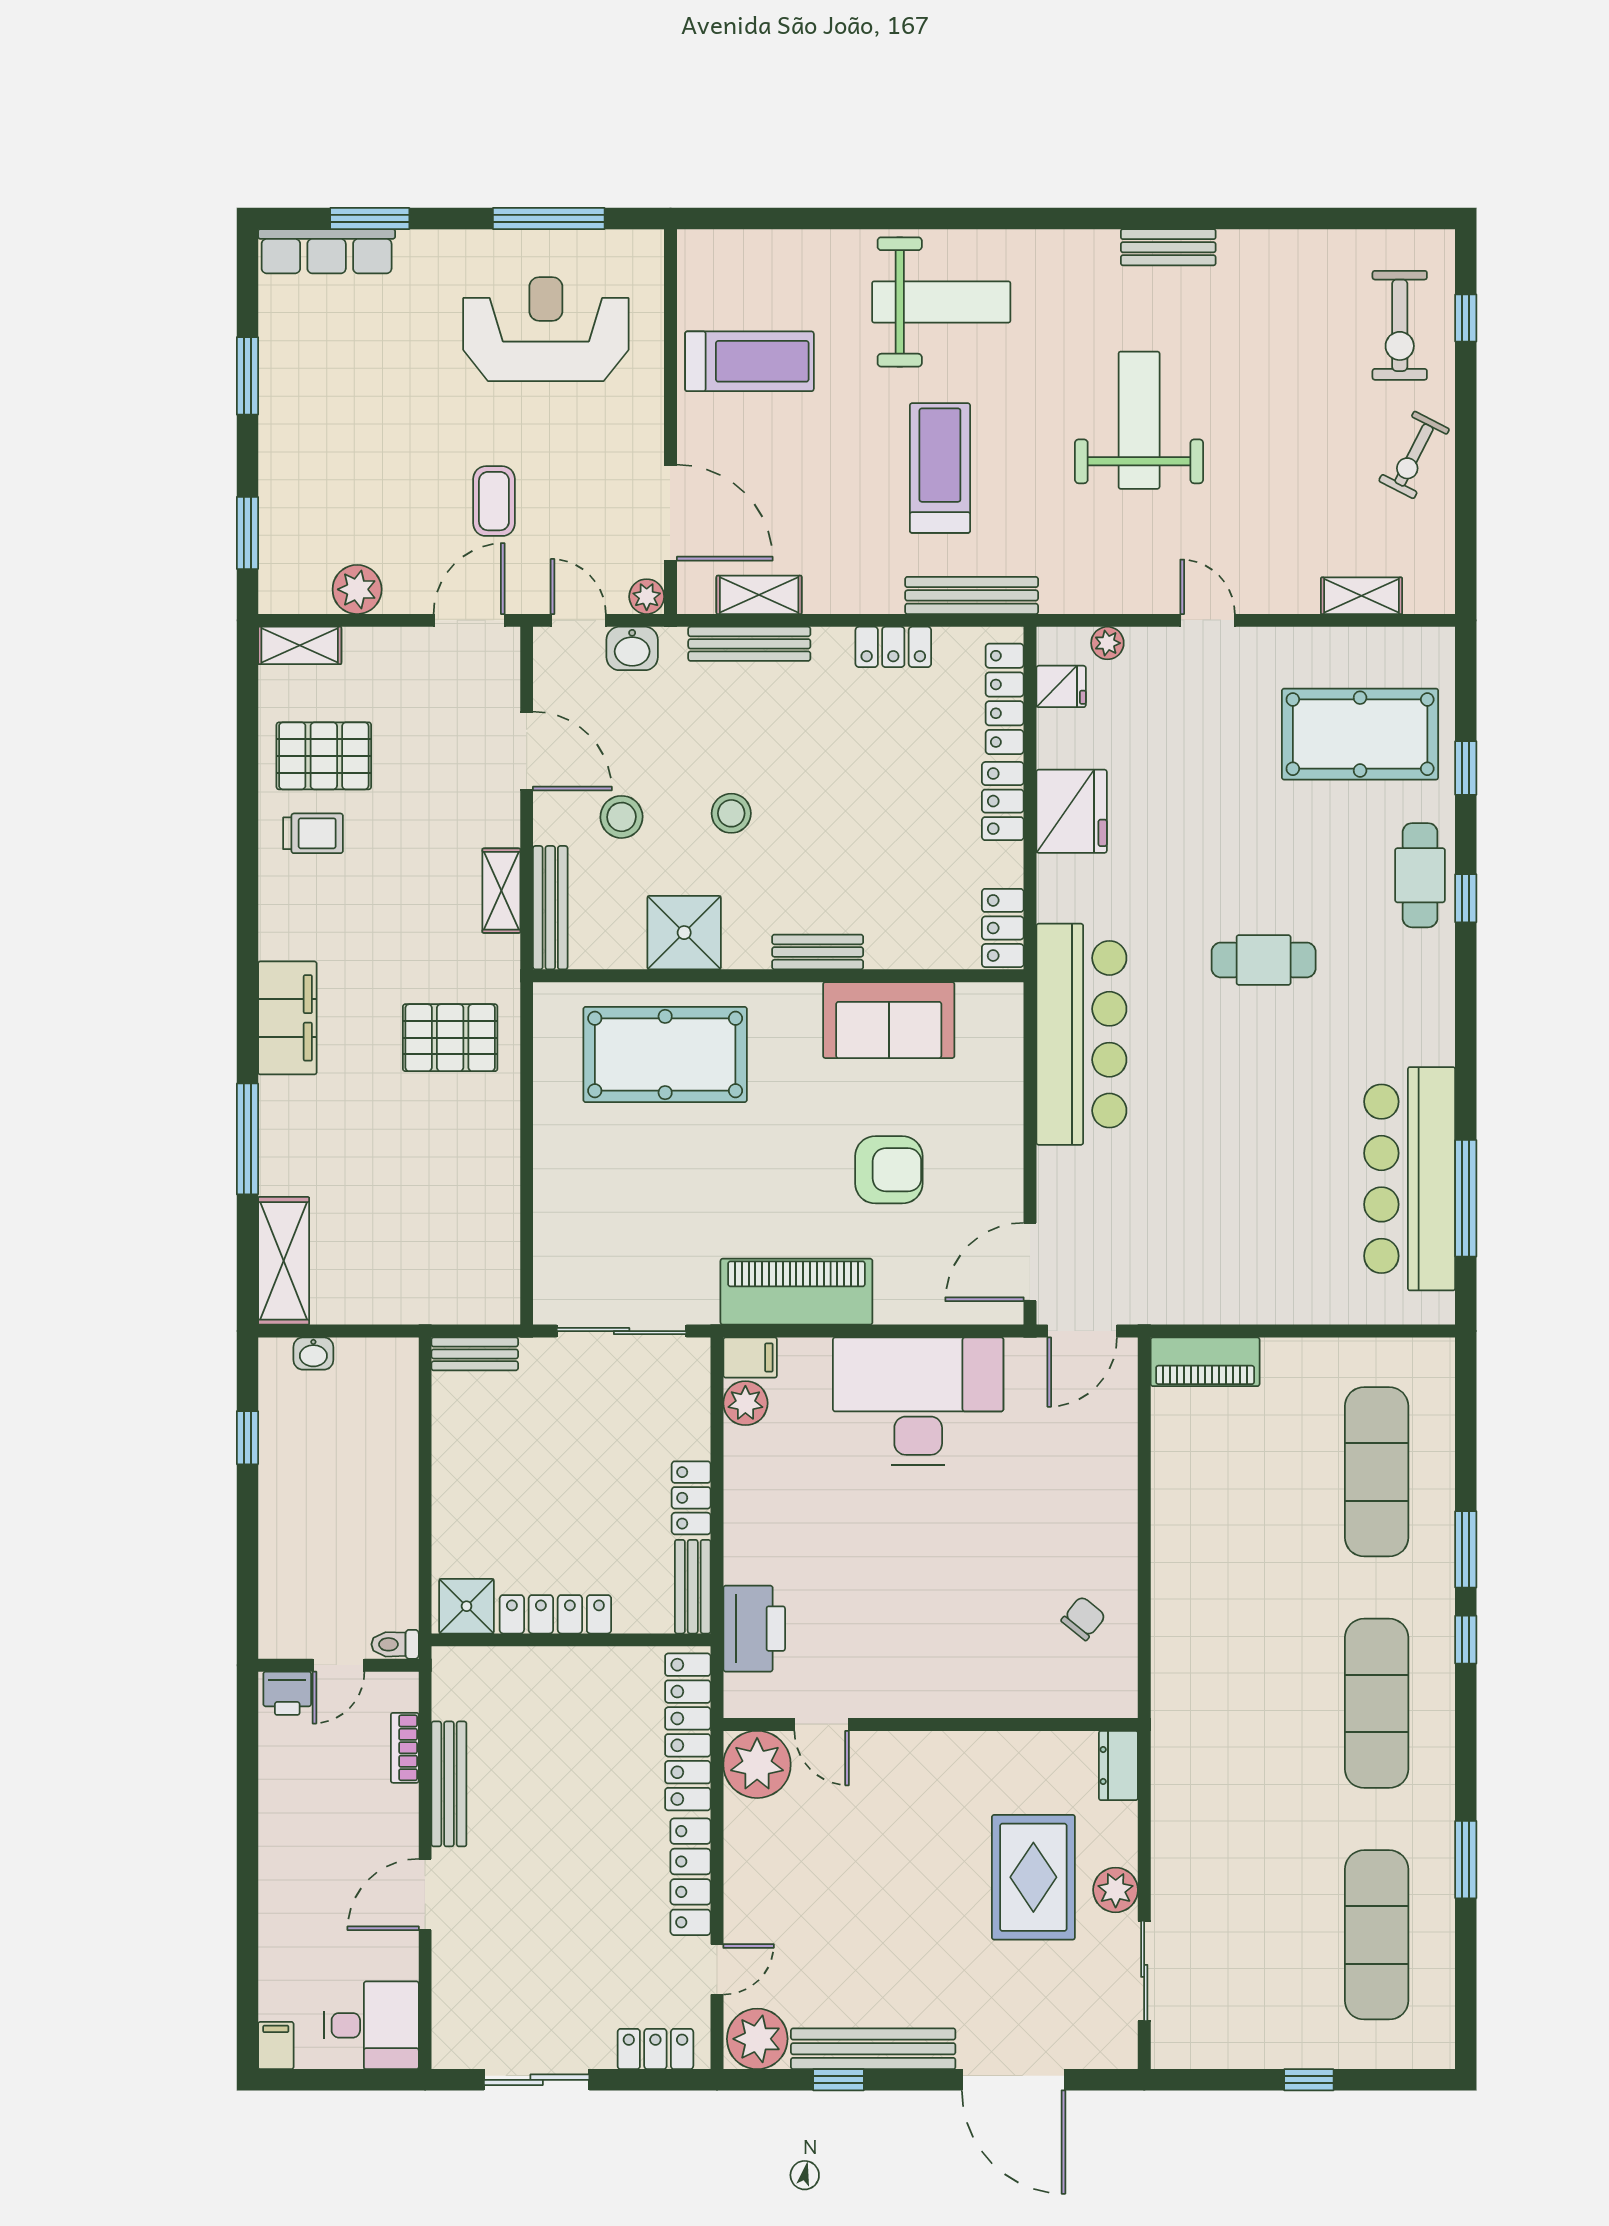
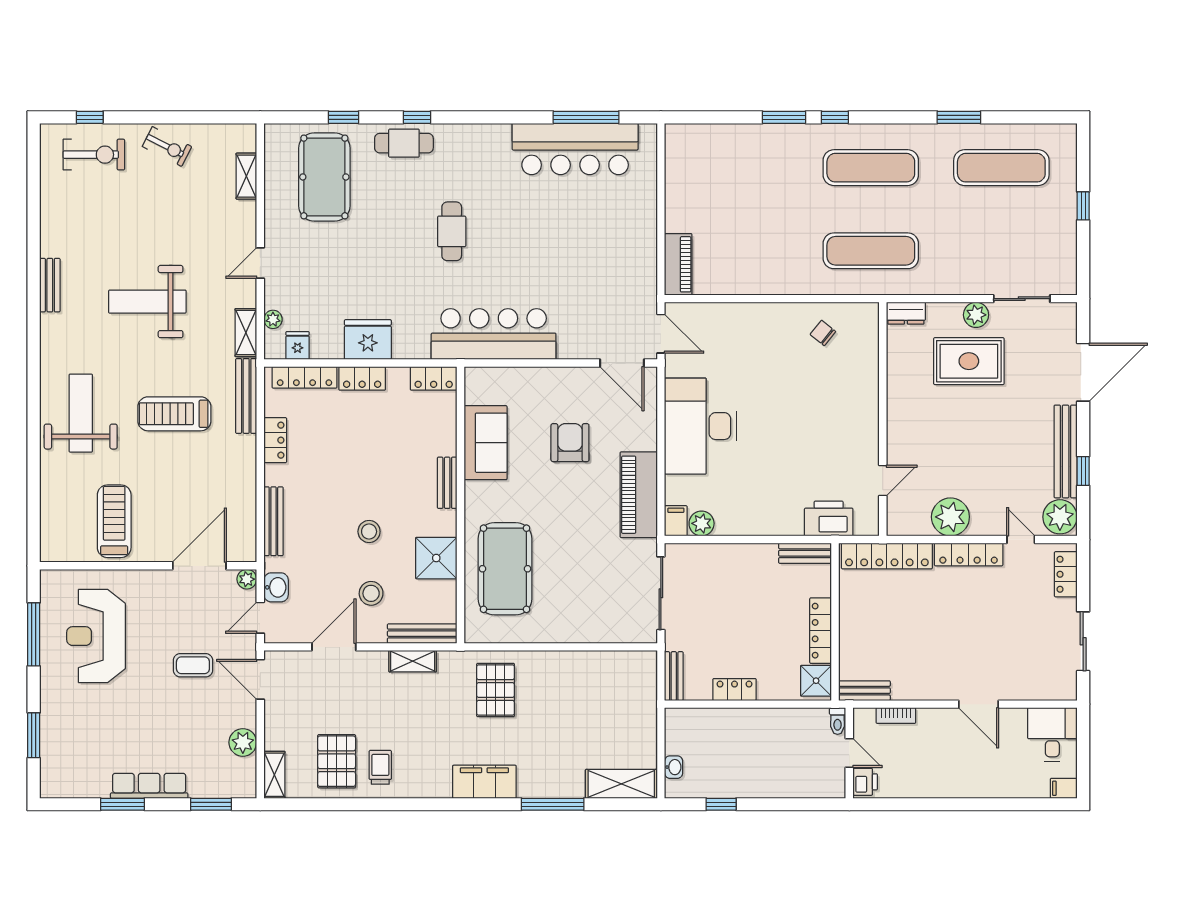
row of seats: (327, 251) -> (149, 786), moved, turned -90
shelving: (759, 595) -> (246, 333), moved
exercise mat: (1377, 1472) -> (871, 251), moved
locker: (691, 1498) -> (734, 690), moved, turned 180
plant: (757, 1764) -> (950, 517), moved
bench: (449, 1784) -> (864, 691), moved, width x0.73

